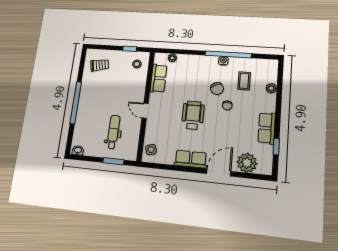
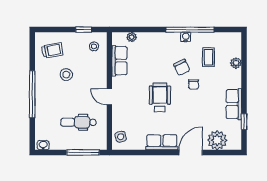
stool: (109, 87) -> (66, 75), added
dental chair: (113, 132) -> (79, 122), turned -90
window: (113, 161) -> (83, 153), width x1.44

